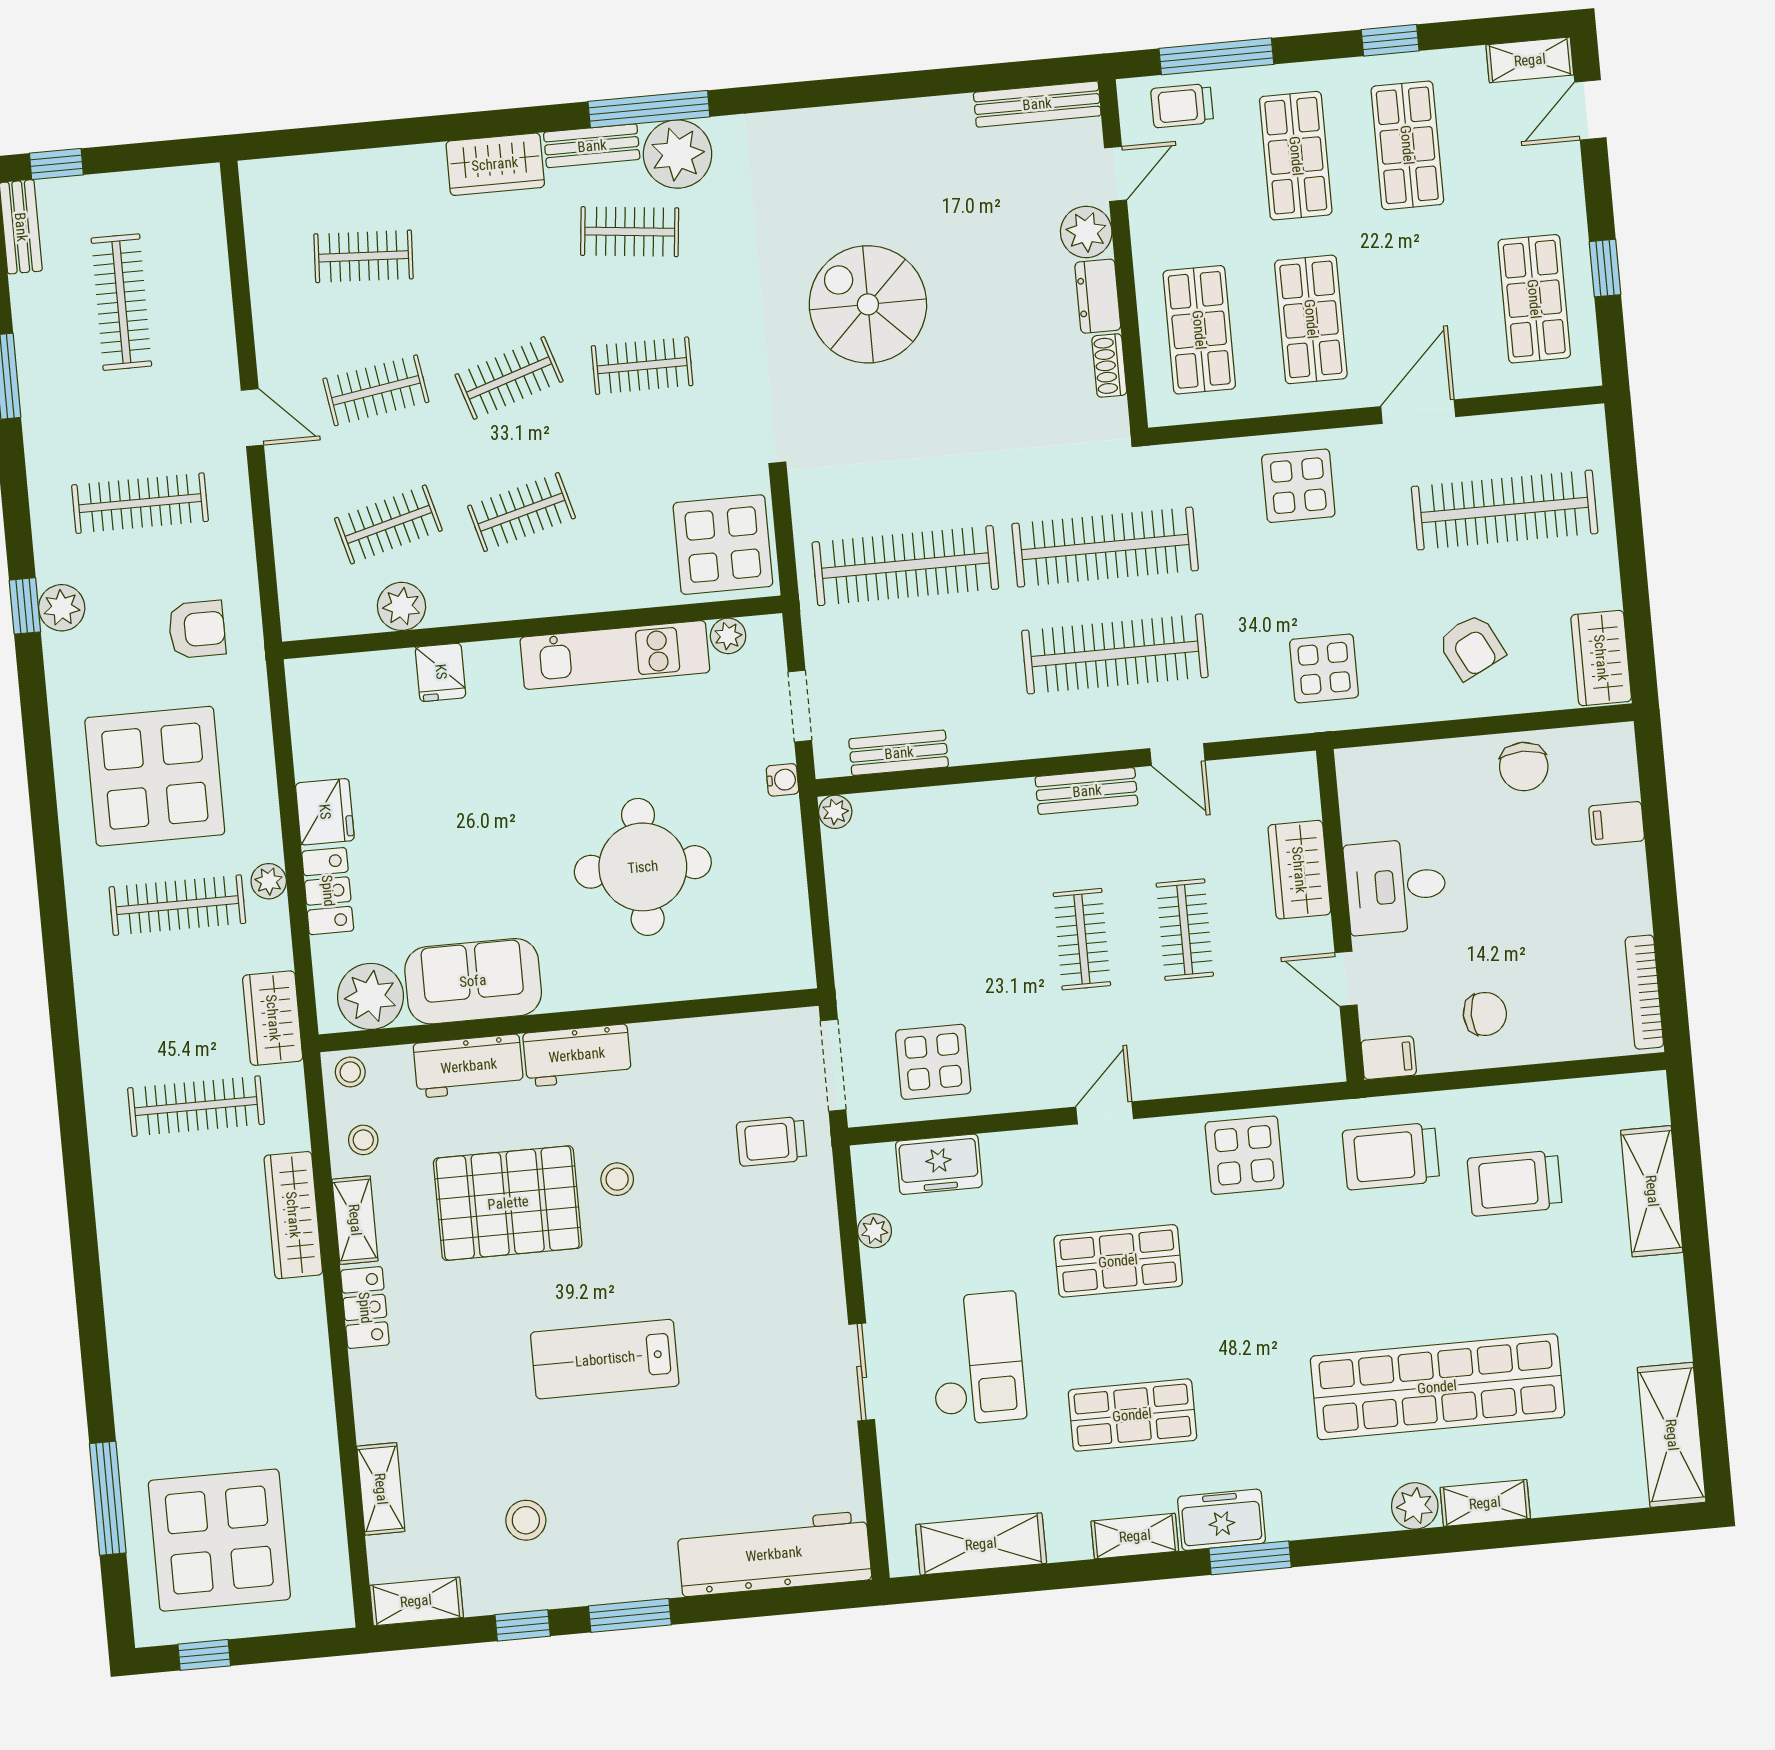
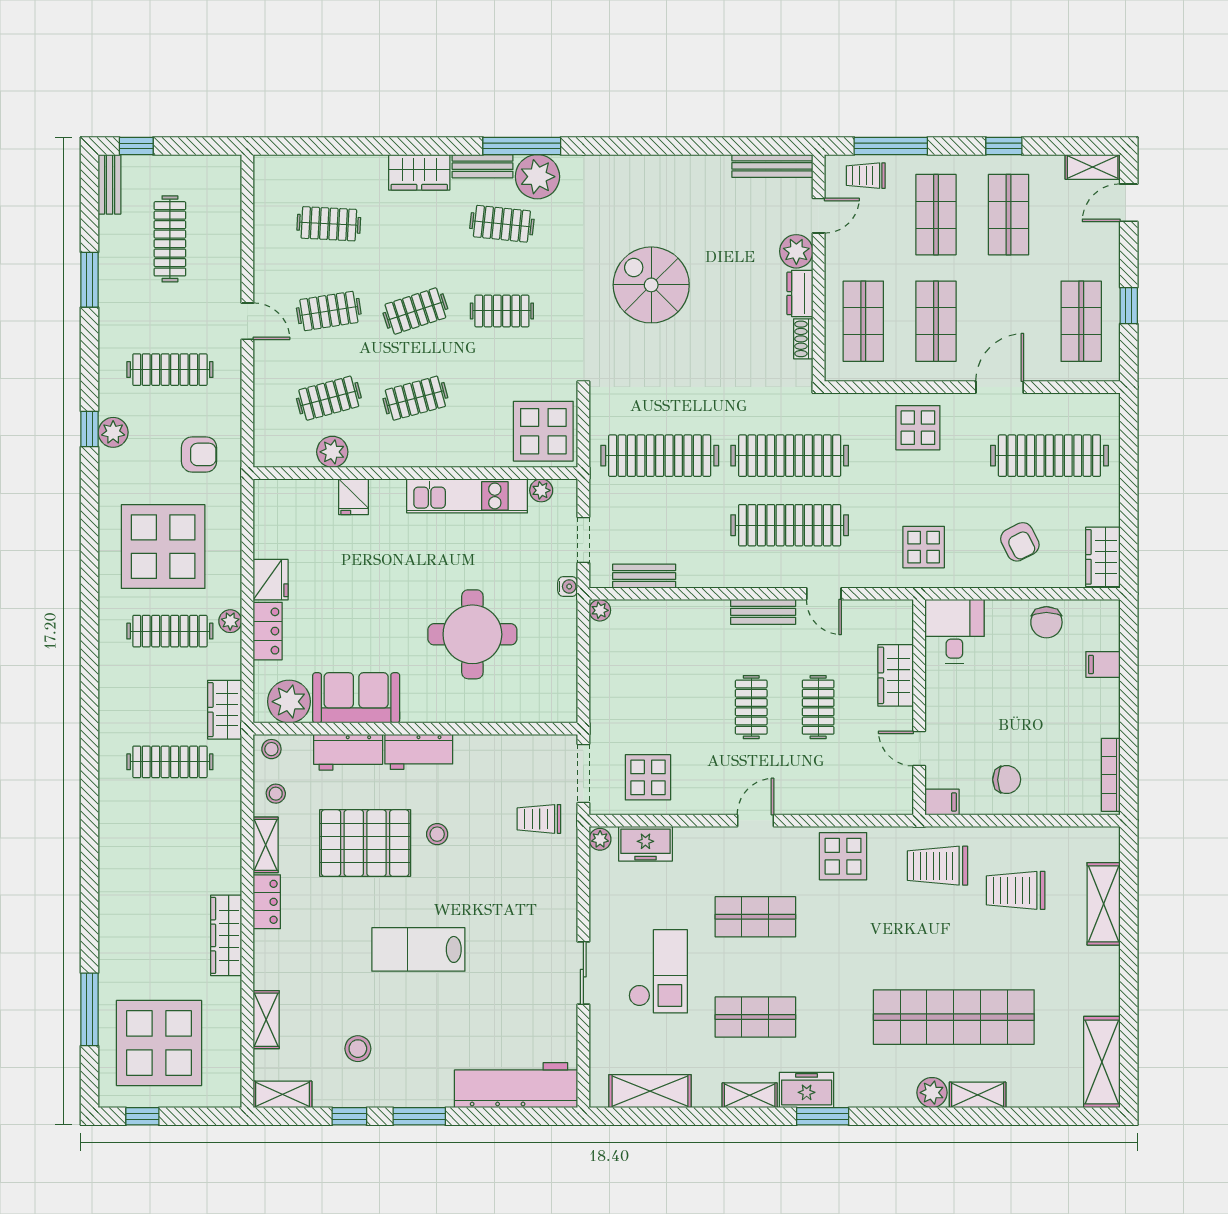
desk: (1396, 886) -> (954, 631), moved, turned 90
wardrobe: (293, 1215) -> (226, 935), moved
plant: (874, 1231) -> (600, 839), moved

